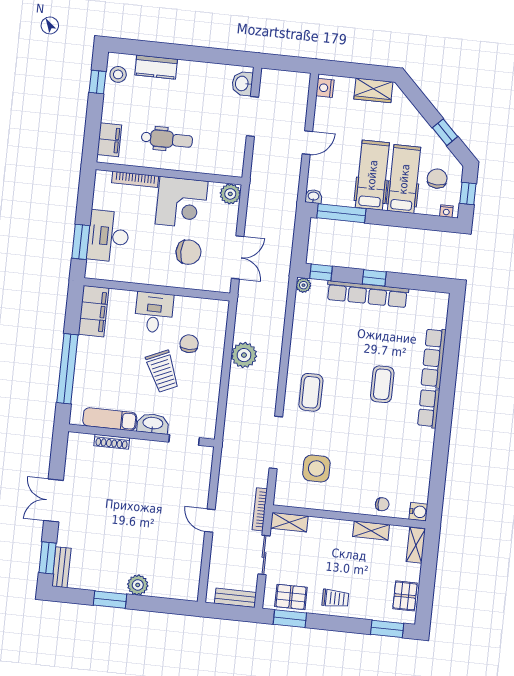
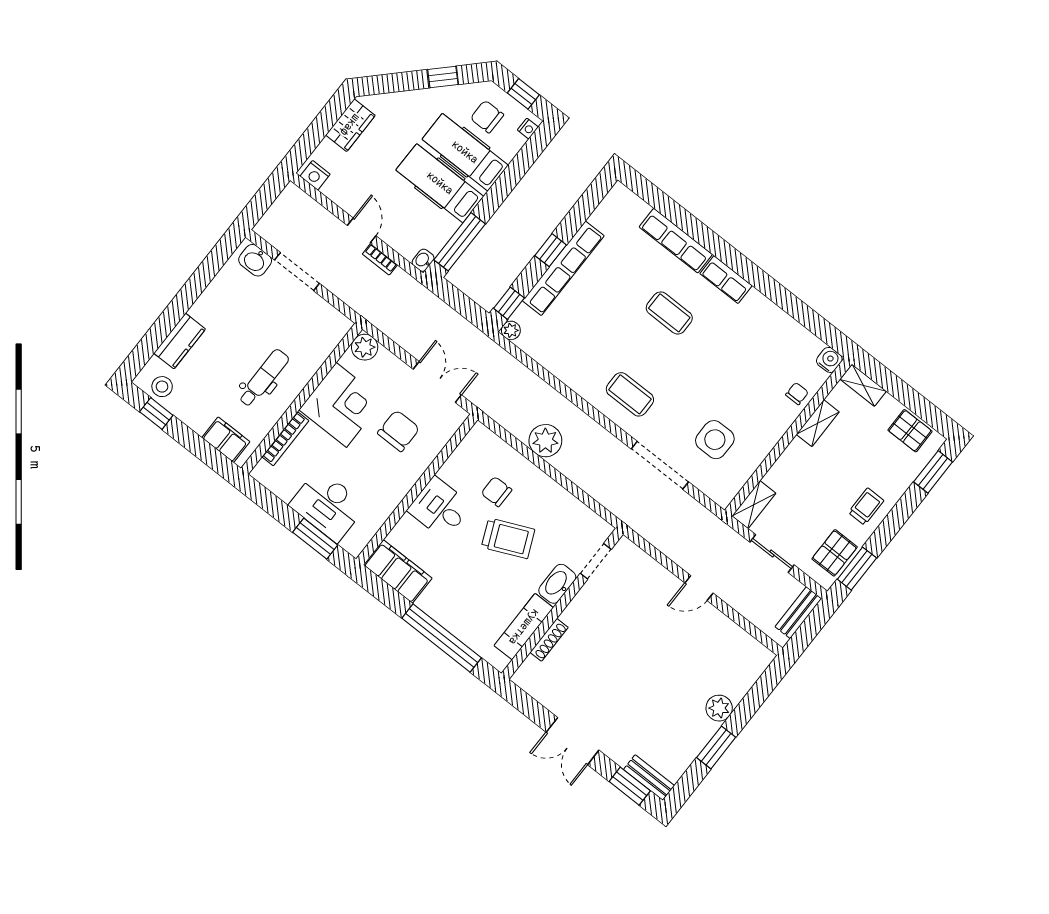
bookcase: (260, 509) -> (380, 259), moved, width x0.64

